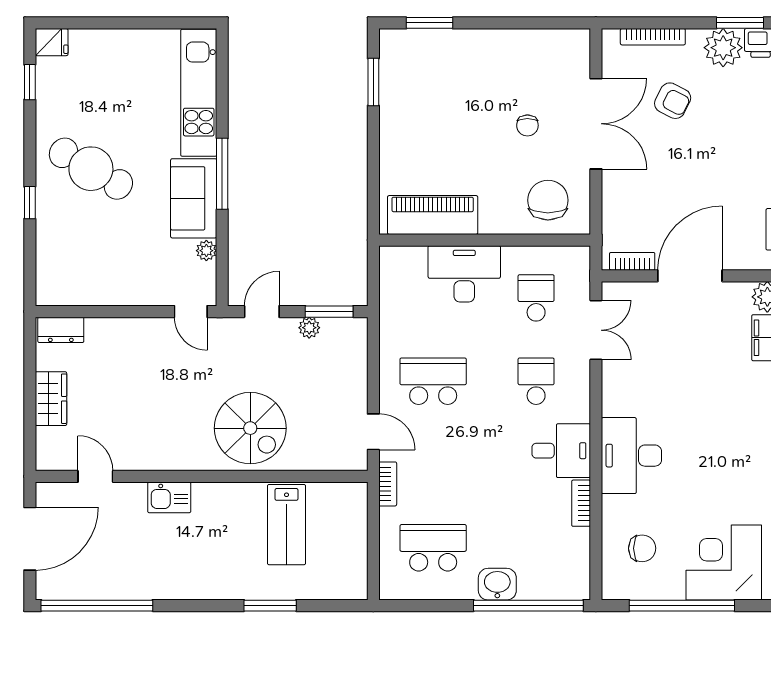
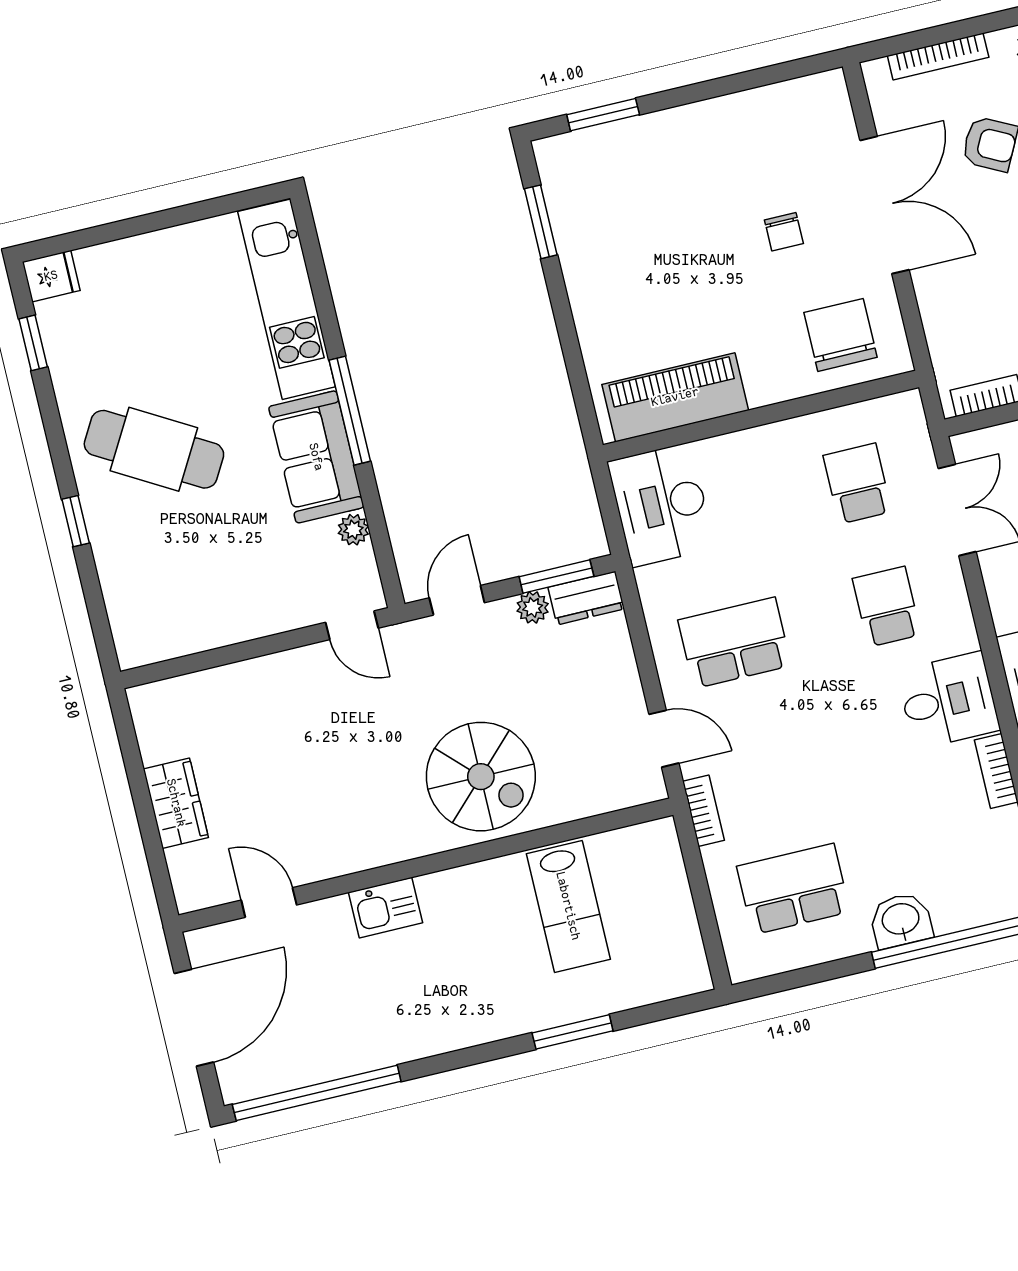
desk: (464, 274) -> (661, 505), moved, turned -90
dresser: (61, 330) -> (586, 598), moved

